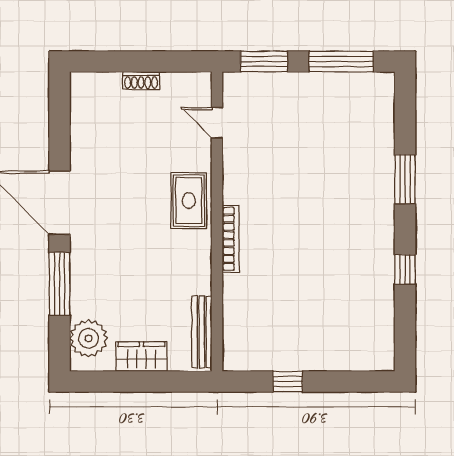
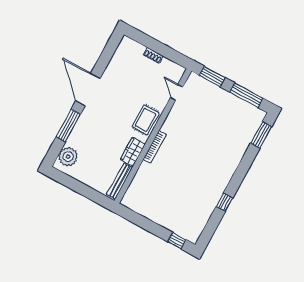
window: (405, 179) -> (261, 135), moved
wardrobe: (141, 357) -> (133, 152), moved, turned -90
window: (288, 382) -> (177, 241), moved

